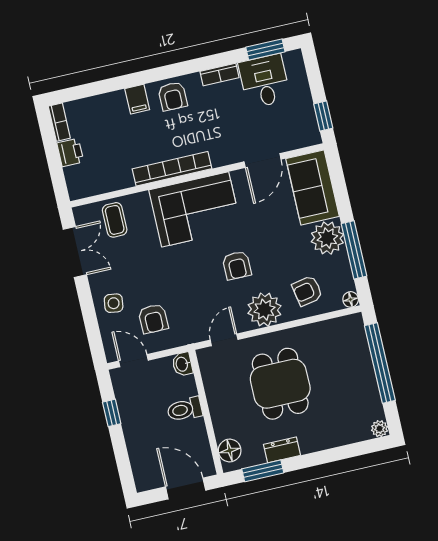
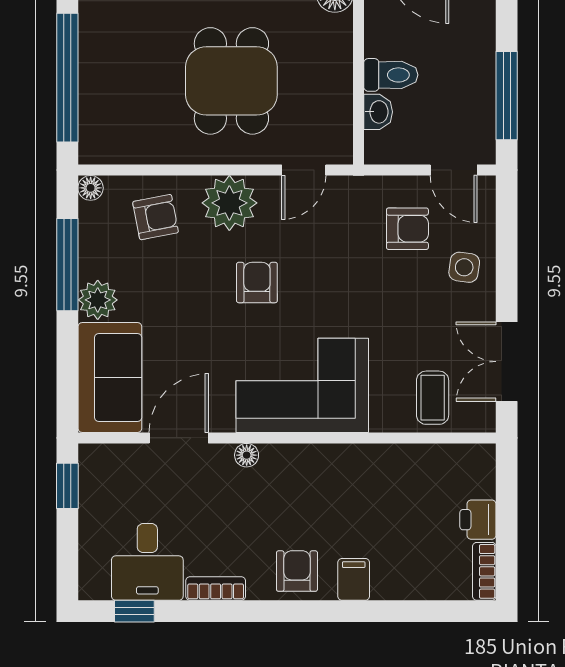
window: (265, 50) -> (134, 611), width x0.67
floor lamp: (219, 159) -> (247, 455), added
bookcase: (172, 169) -> (324, 457), removed
plant: (327, 238) -> (98, 300), width x0.73, depth x0.73
armchair: (153, 319) -> (407, 229), turned 90
washbasin: (182, 364) -> (378, 112), moved
window: (112, 413) -> (507, 96), width x2.17

